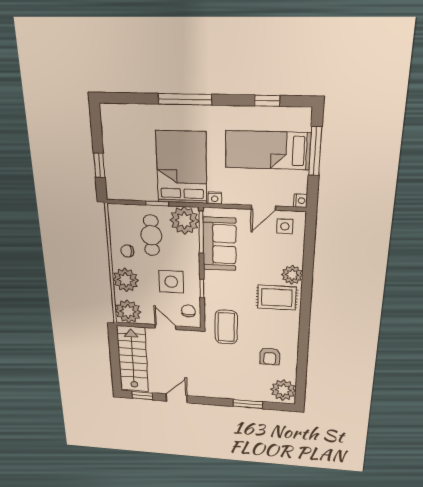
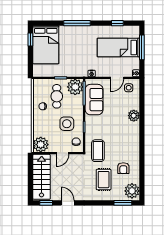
window: (99, 165) -> (30, 39), moved
bed: (182, 168) -> (46, 45), moved, turned 180
plant: (126, 280) -> (40, 124), removed
rug: (277, 298) -> (104, 180), moved, turned 90
door: (166, 327) -> (62, 153), swing flipped
door: (177, 398) -> (68, 203), hinge flipped
window: (248, 404) -> (123, 203), moved

